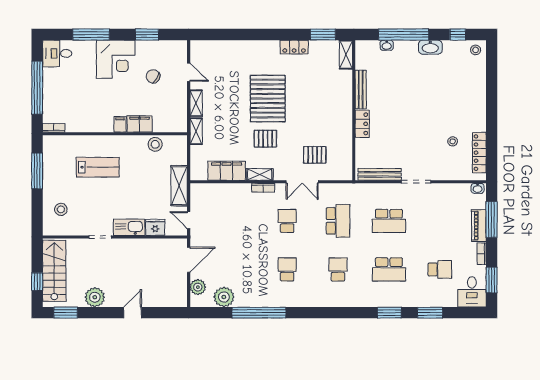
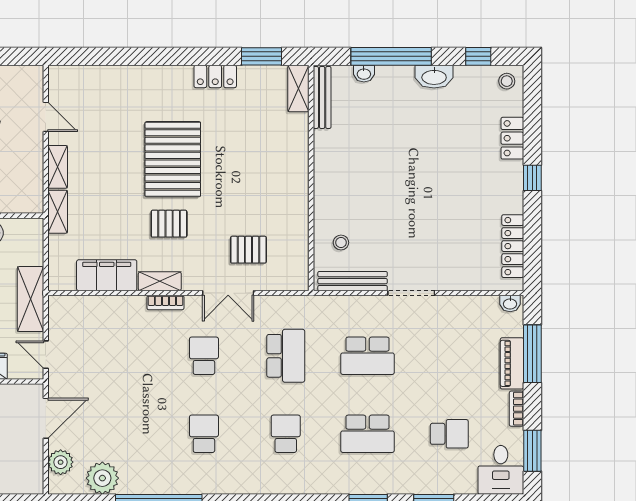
bench: (361, 89) -> (322, 97), moved
window: (492, 110) -> (532, 178), added
locker: (362, 124) -> (512, 138), moved, turned 180
stool: (453, 141) -> (341, 243), moved

